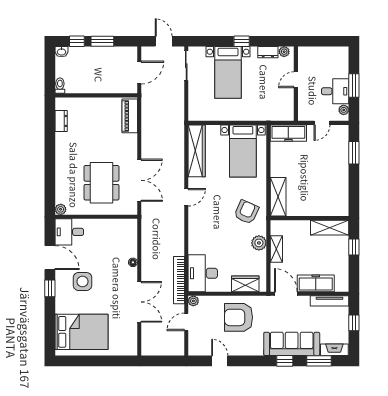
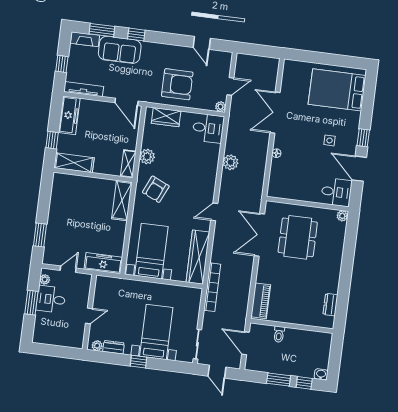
door: (139, 73) -> (245, 343), hinge flipped
toilet: (60, 86) -> (279, 334), moved
plant: (177, 248) -> (230, 162), added
shelving: (276, 249) -> (128, 164), moved
desk: (203, 273) -> (208, 128), width x0.73
bookcase: (179, 280) -> (212, 287), moved
side table: (82, 281) -> (330, 140), width x0.54, depth x0.54
freezer: (316, 283) -> (69, 115), moved, turned -90
sofa: (292, 344) -> (120, 50), width x0.73

